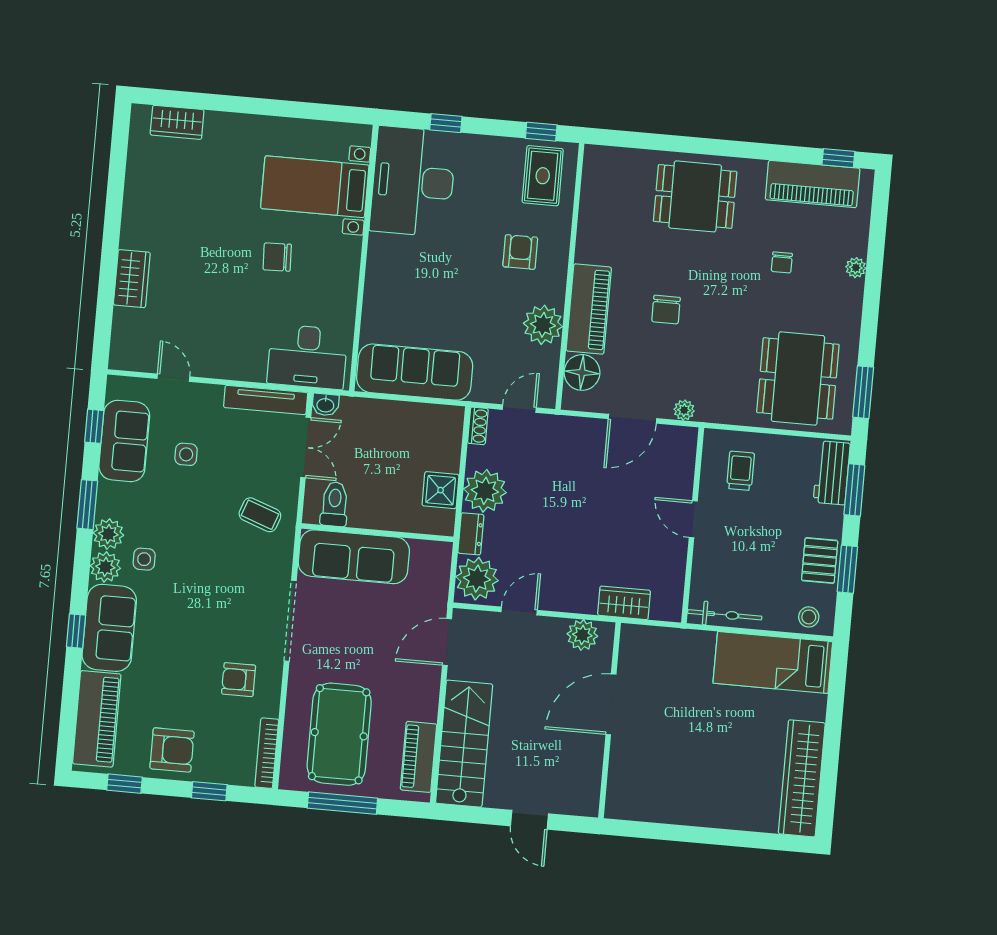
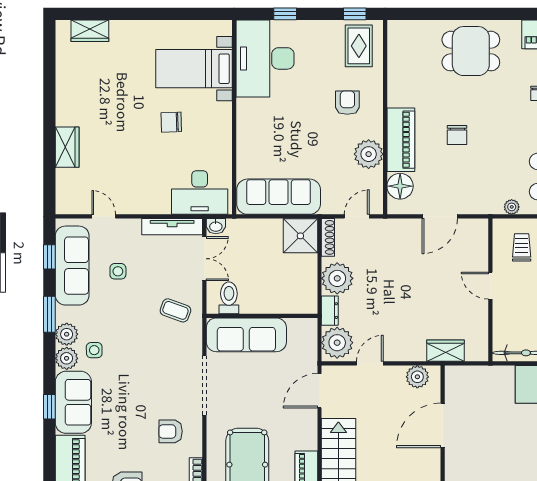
plant: (684, 410) -> (512, 207), moved
shoe rack: (478, 426) -> (328, 237), width x1.43
sofa: (124, 441) -> (72, 266), width x1.36
shower: (441, 490) -> (300, 236), moved, width x1.36, depth x1.36

